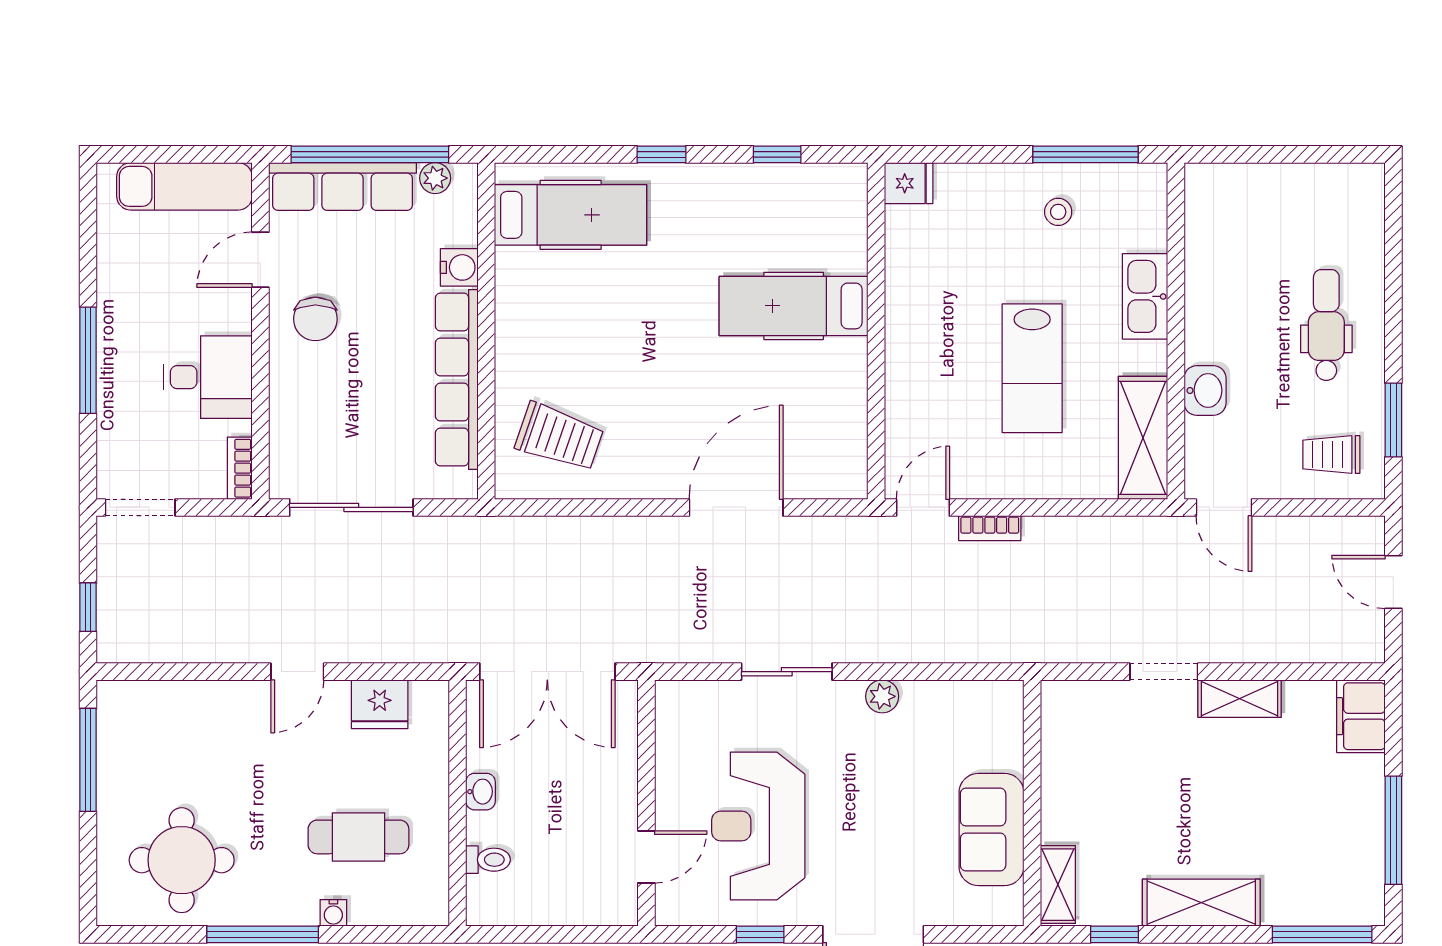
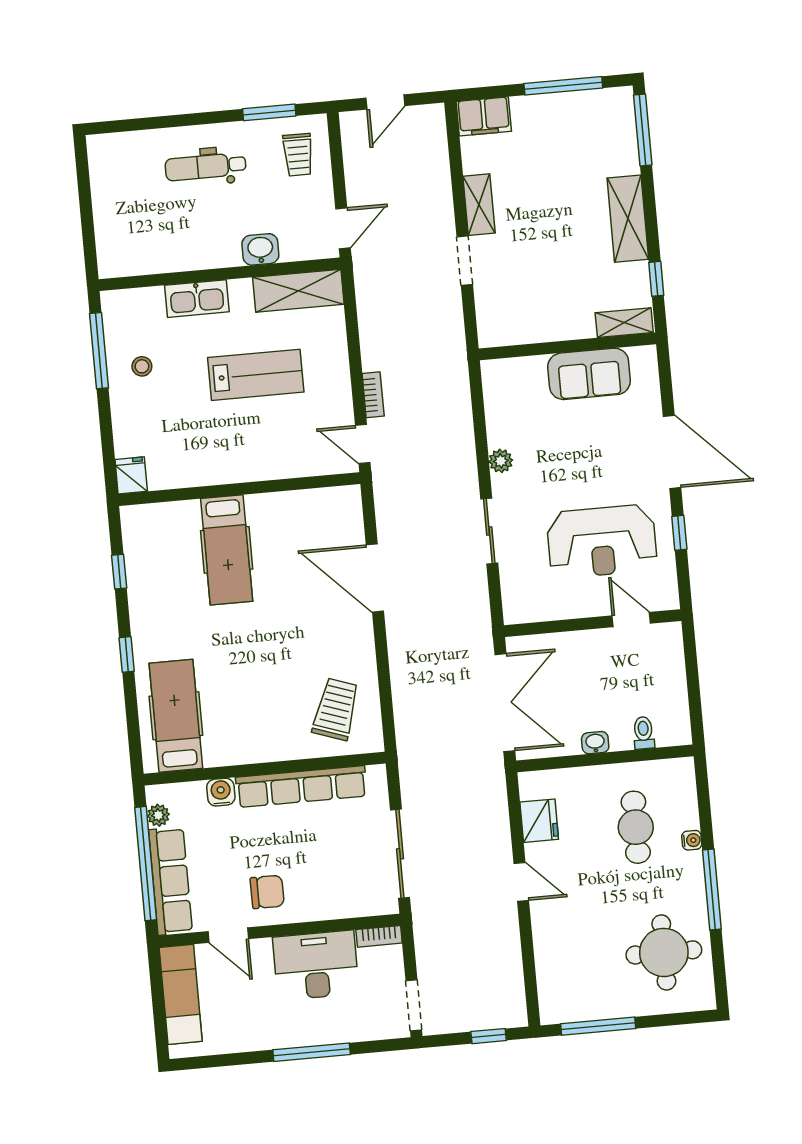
desk: (208, 377) -> (316, 965), width x1.37

